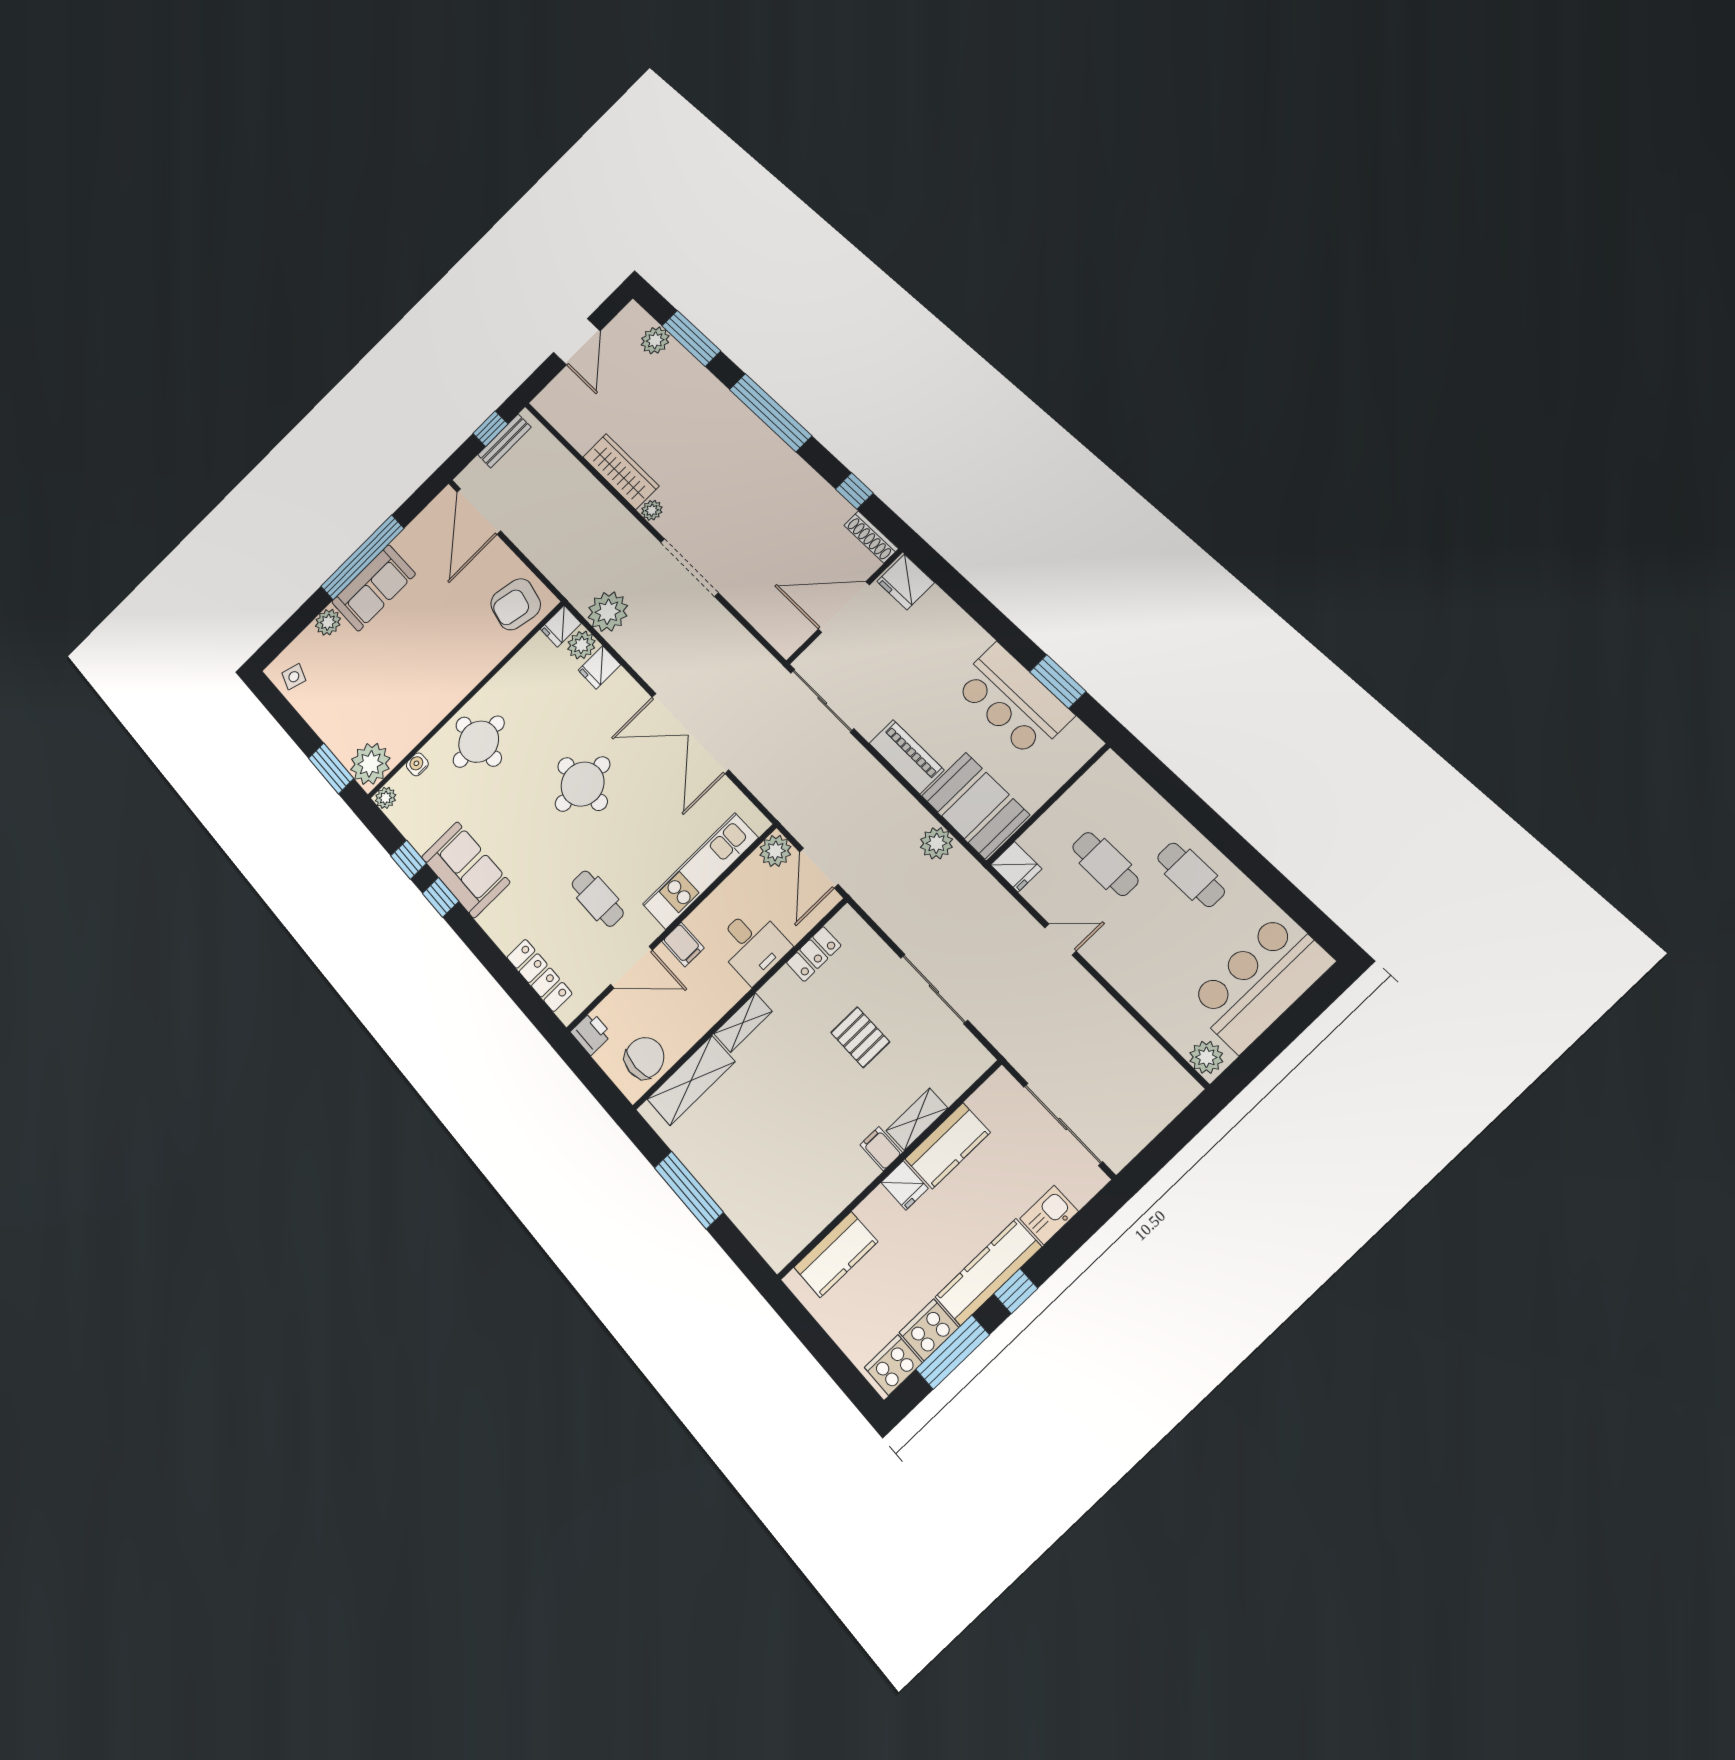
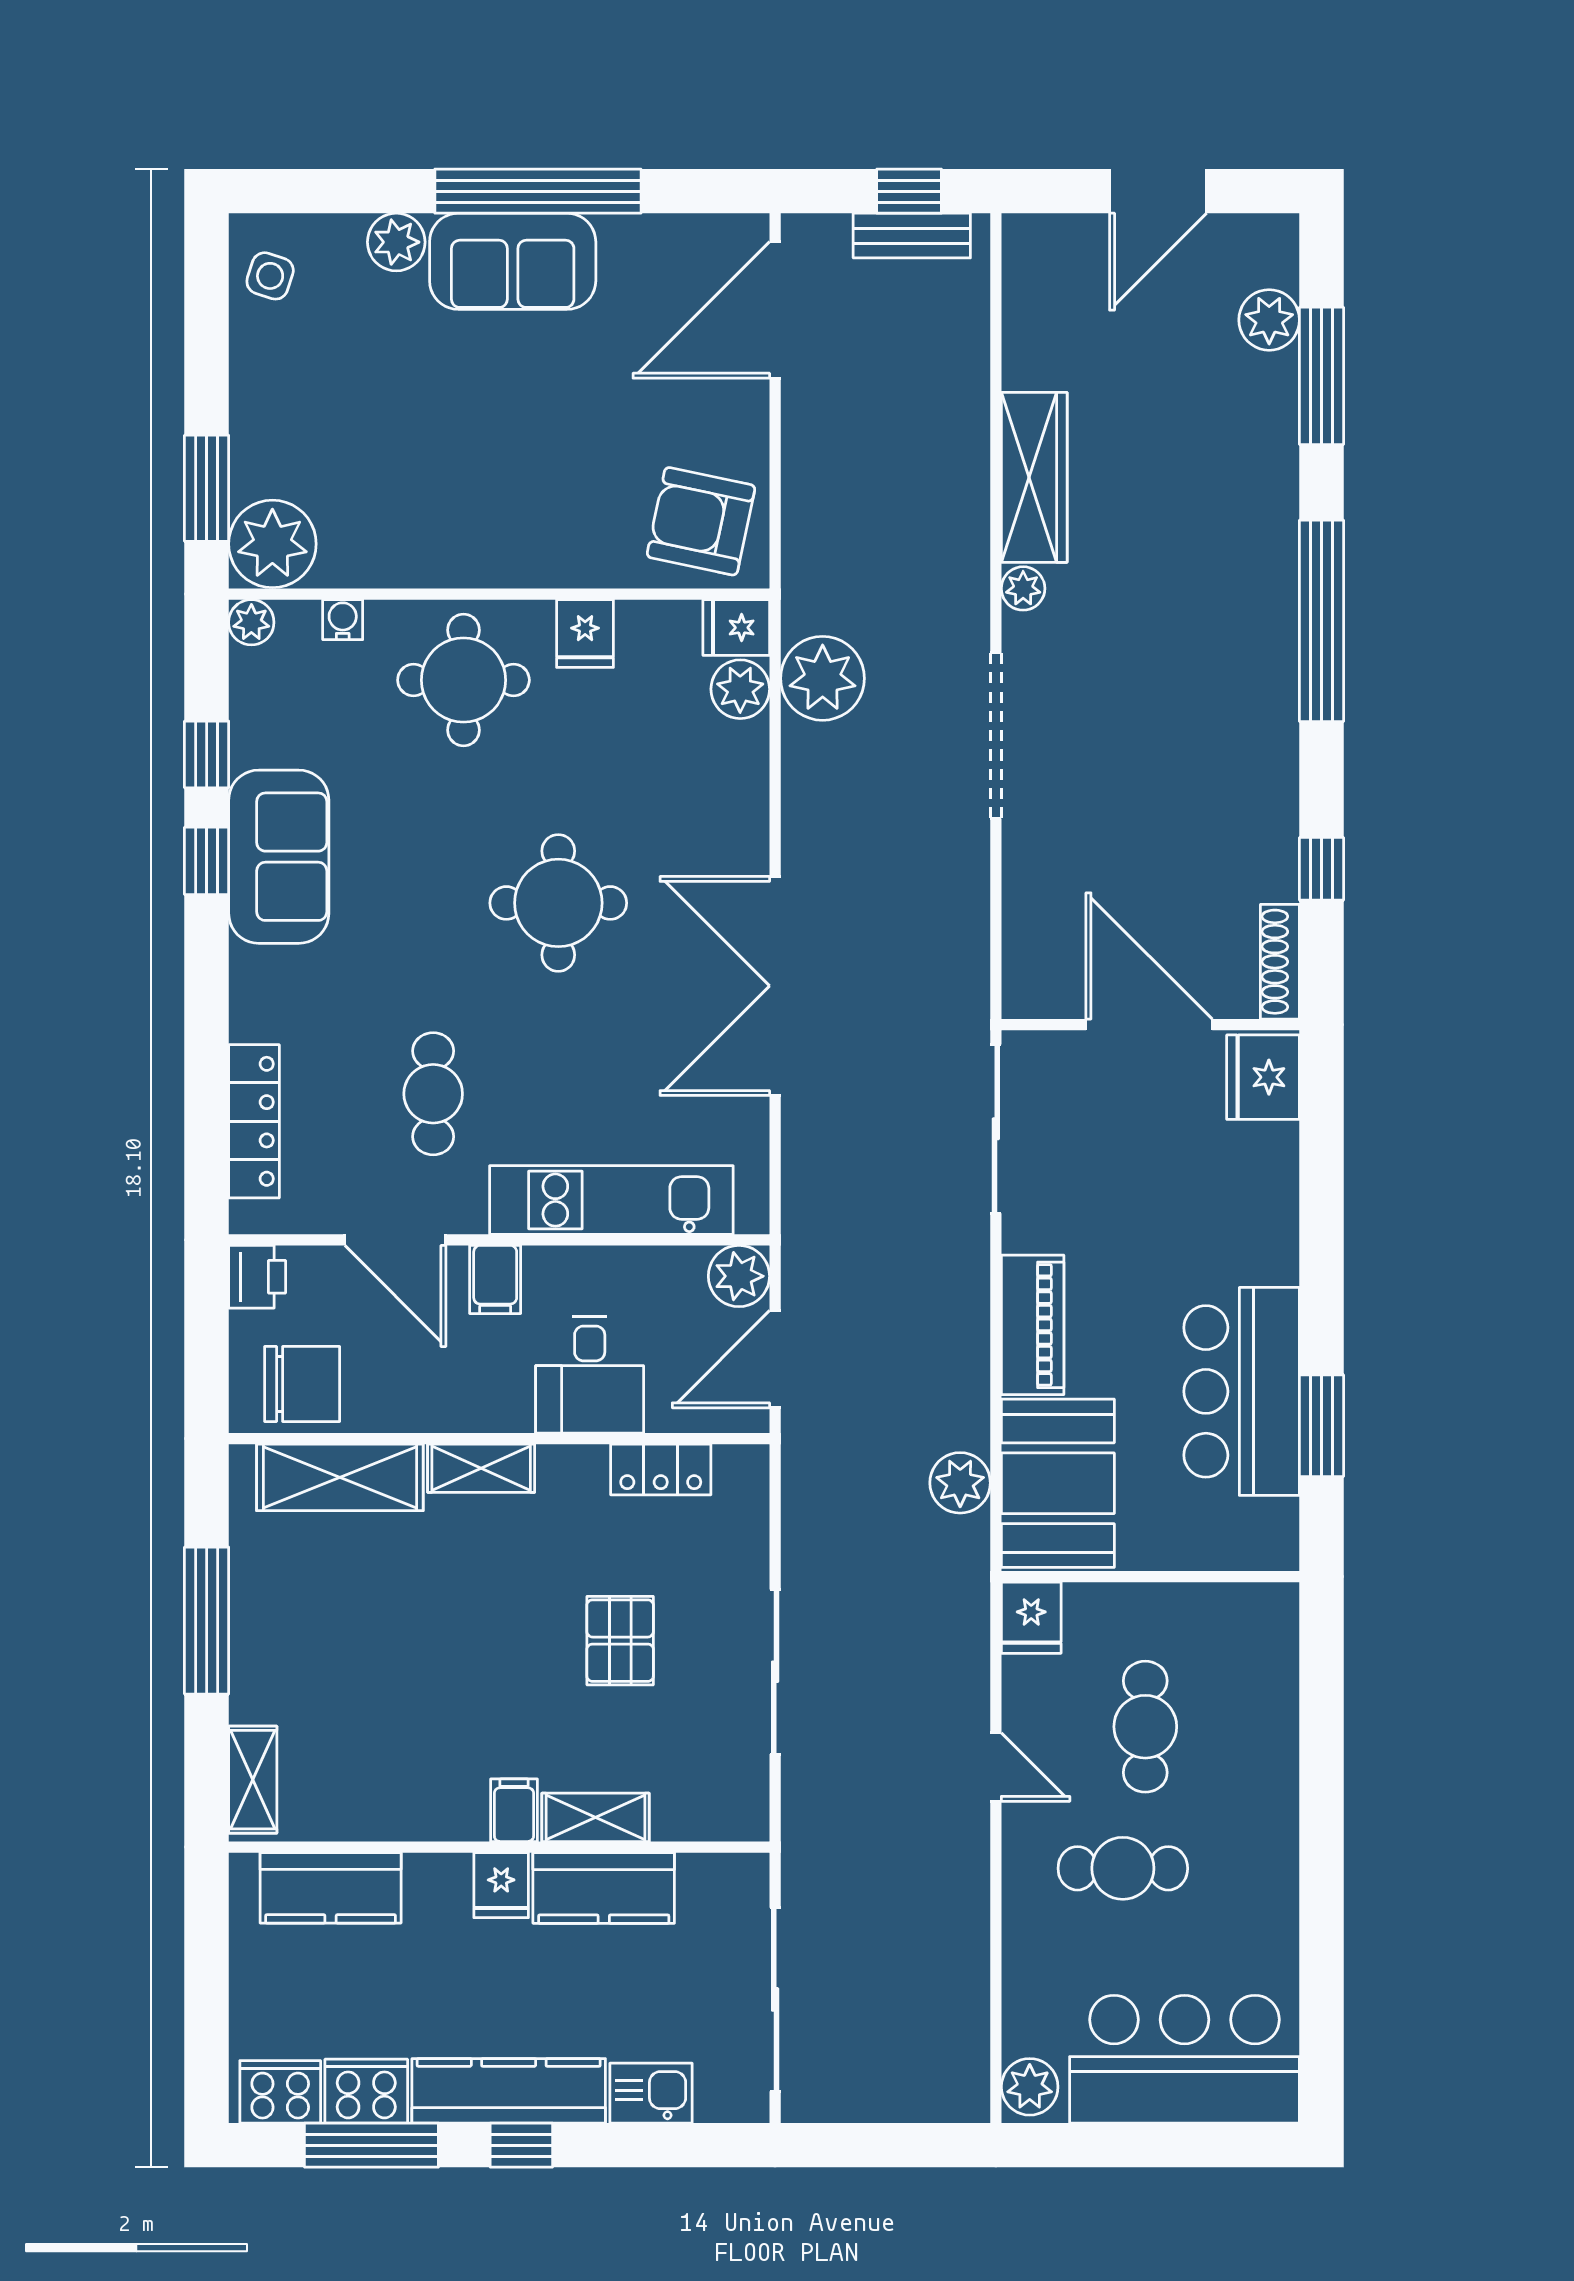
fridge: (599, 667) -> (585, 634), moved, turned -90
cafe table: (1191, 875) -> (1123, 1868), moved, turned 90
shelving: (764, 1239) -> (253, 1780), added

